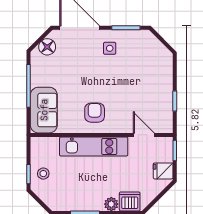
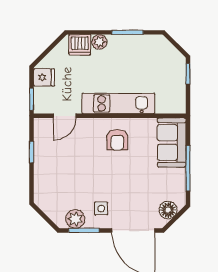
plant: (134, 39) -> (75, 219), added
door: (144, 135) -> (65, 116), hinge flipped
stool: (43, 174) -> (172, 75), removed

